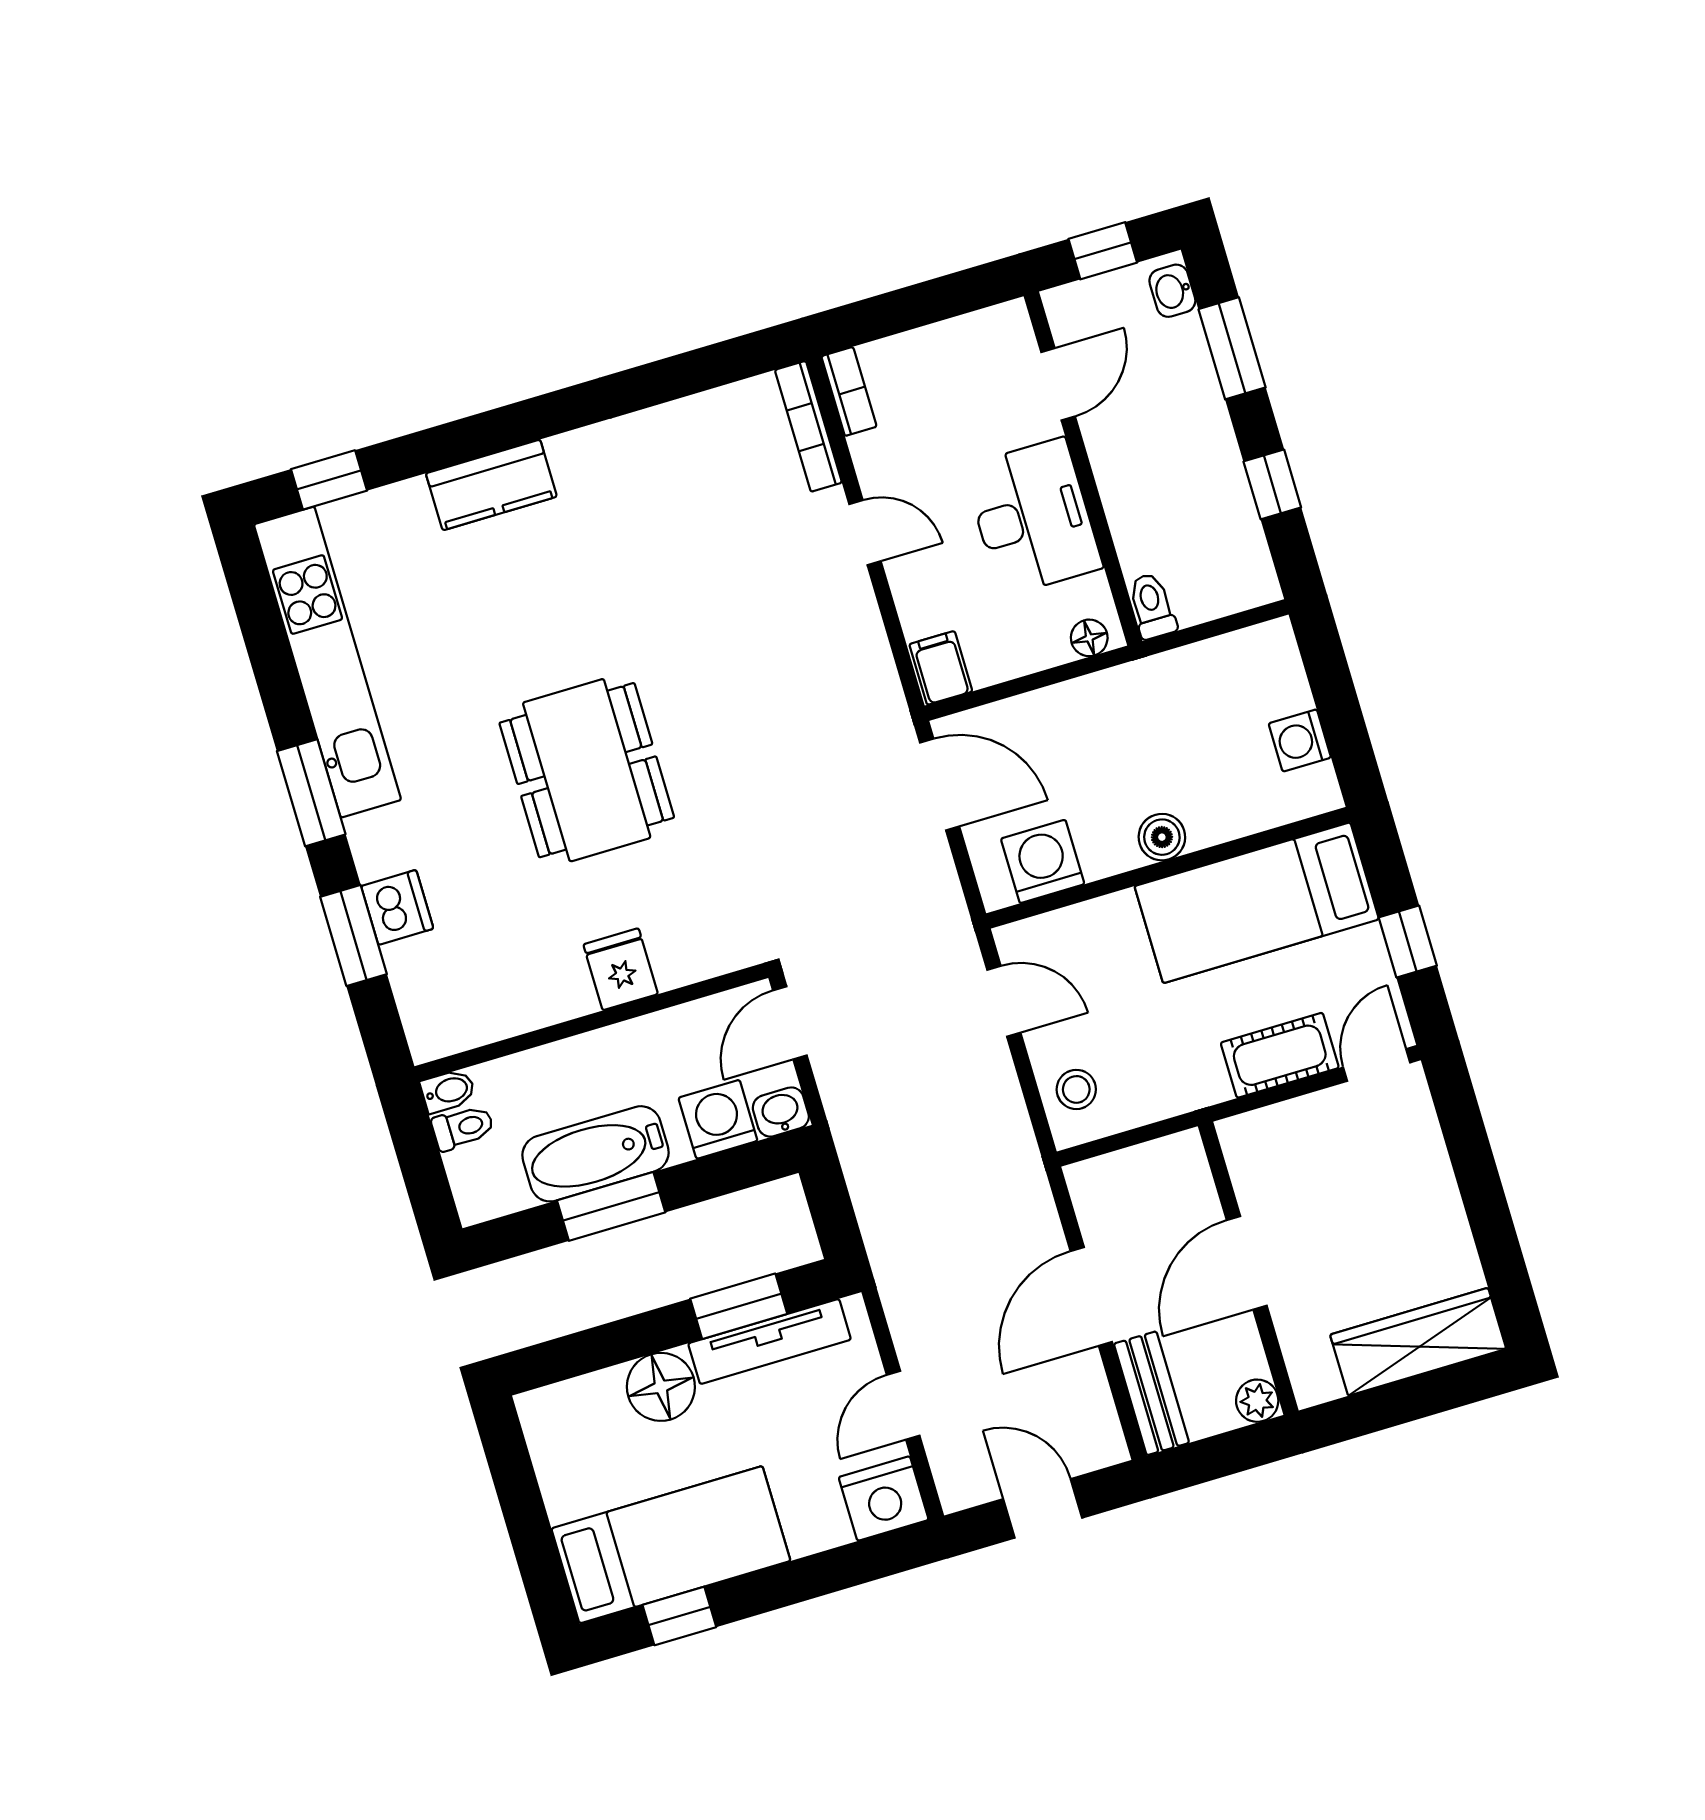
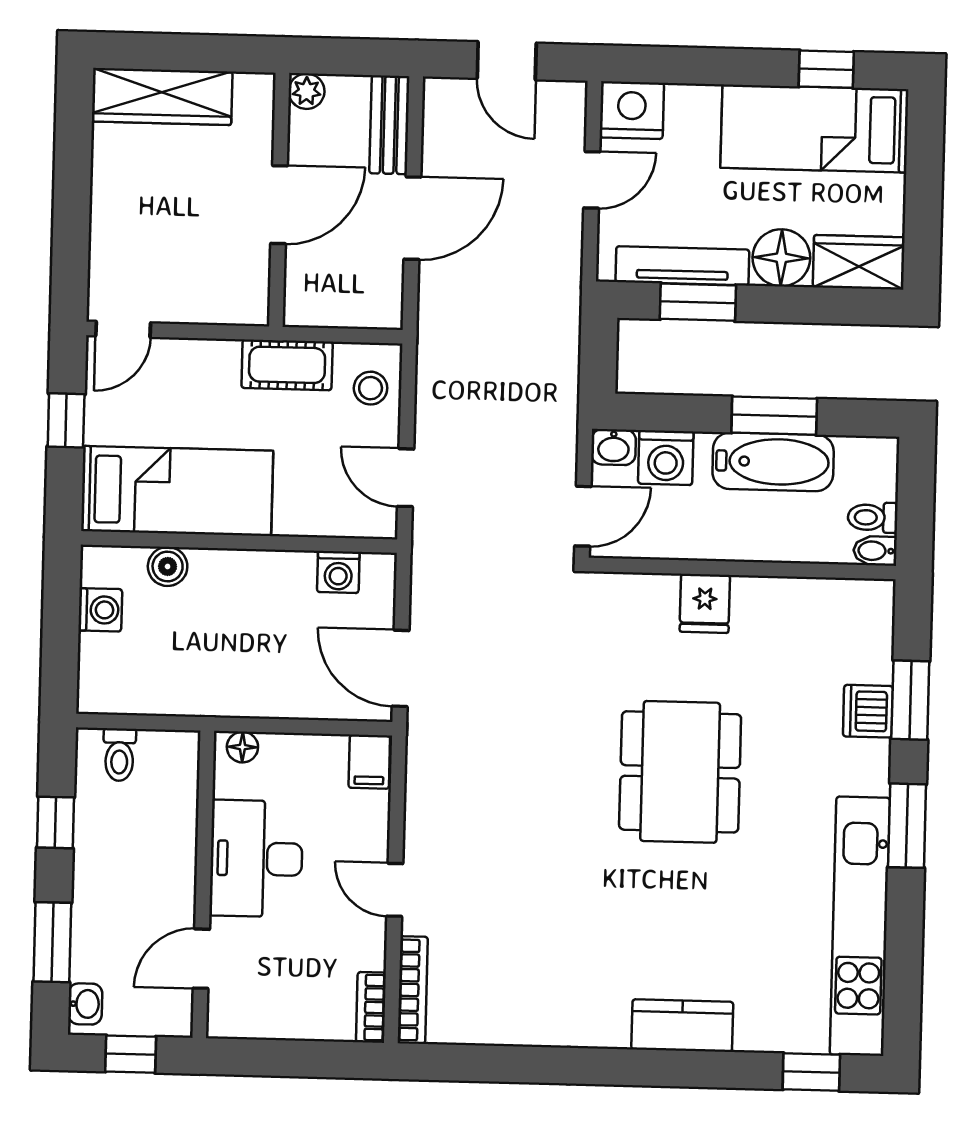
toilet: (1152, 606) -> (119, 755), moved
boiler: (1162, 837) -> (168, 566), moved
washing machine: (1043, 861) -> (338, 572), width x0.73, depth x0.73
cot: (1280, 1055) -> (287, 365), moved
wardrobe: (572, 1410) -> (859, 262), added

